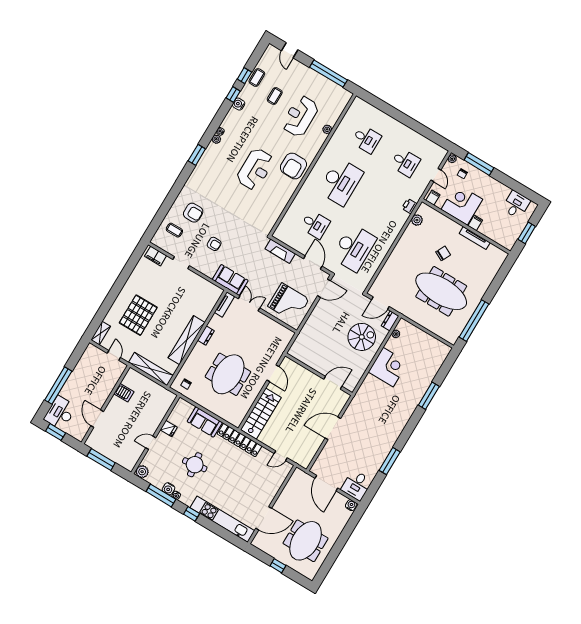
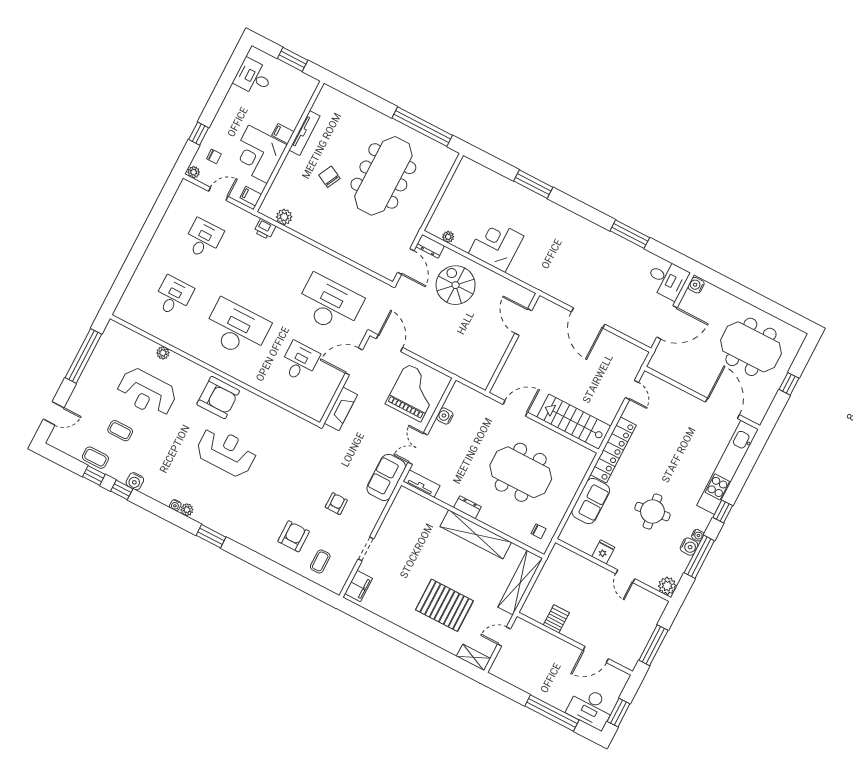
window: (479, 164) -> (199, 134), width x0.46
water cooler: (271, 324) -> (445, 416), added

